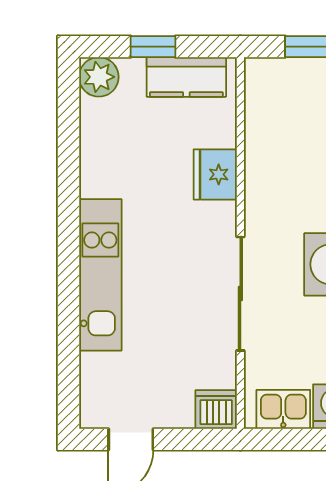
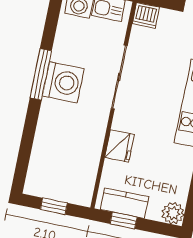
window: (153, 47) -> (123, 220), moved

